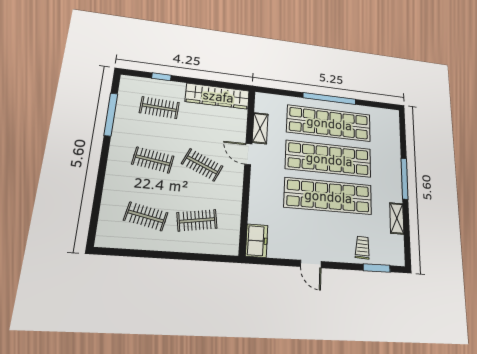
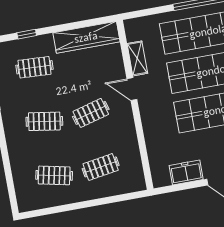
clothes rail: (202, 165) -> (91, 113), turned -39
freezer: (257, 241) -> (186, 172), moved, turned -90

